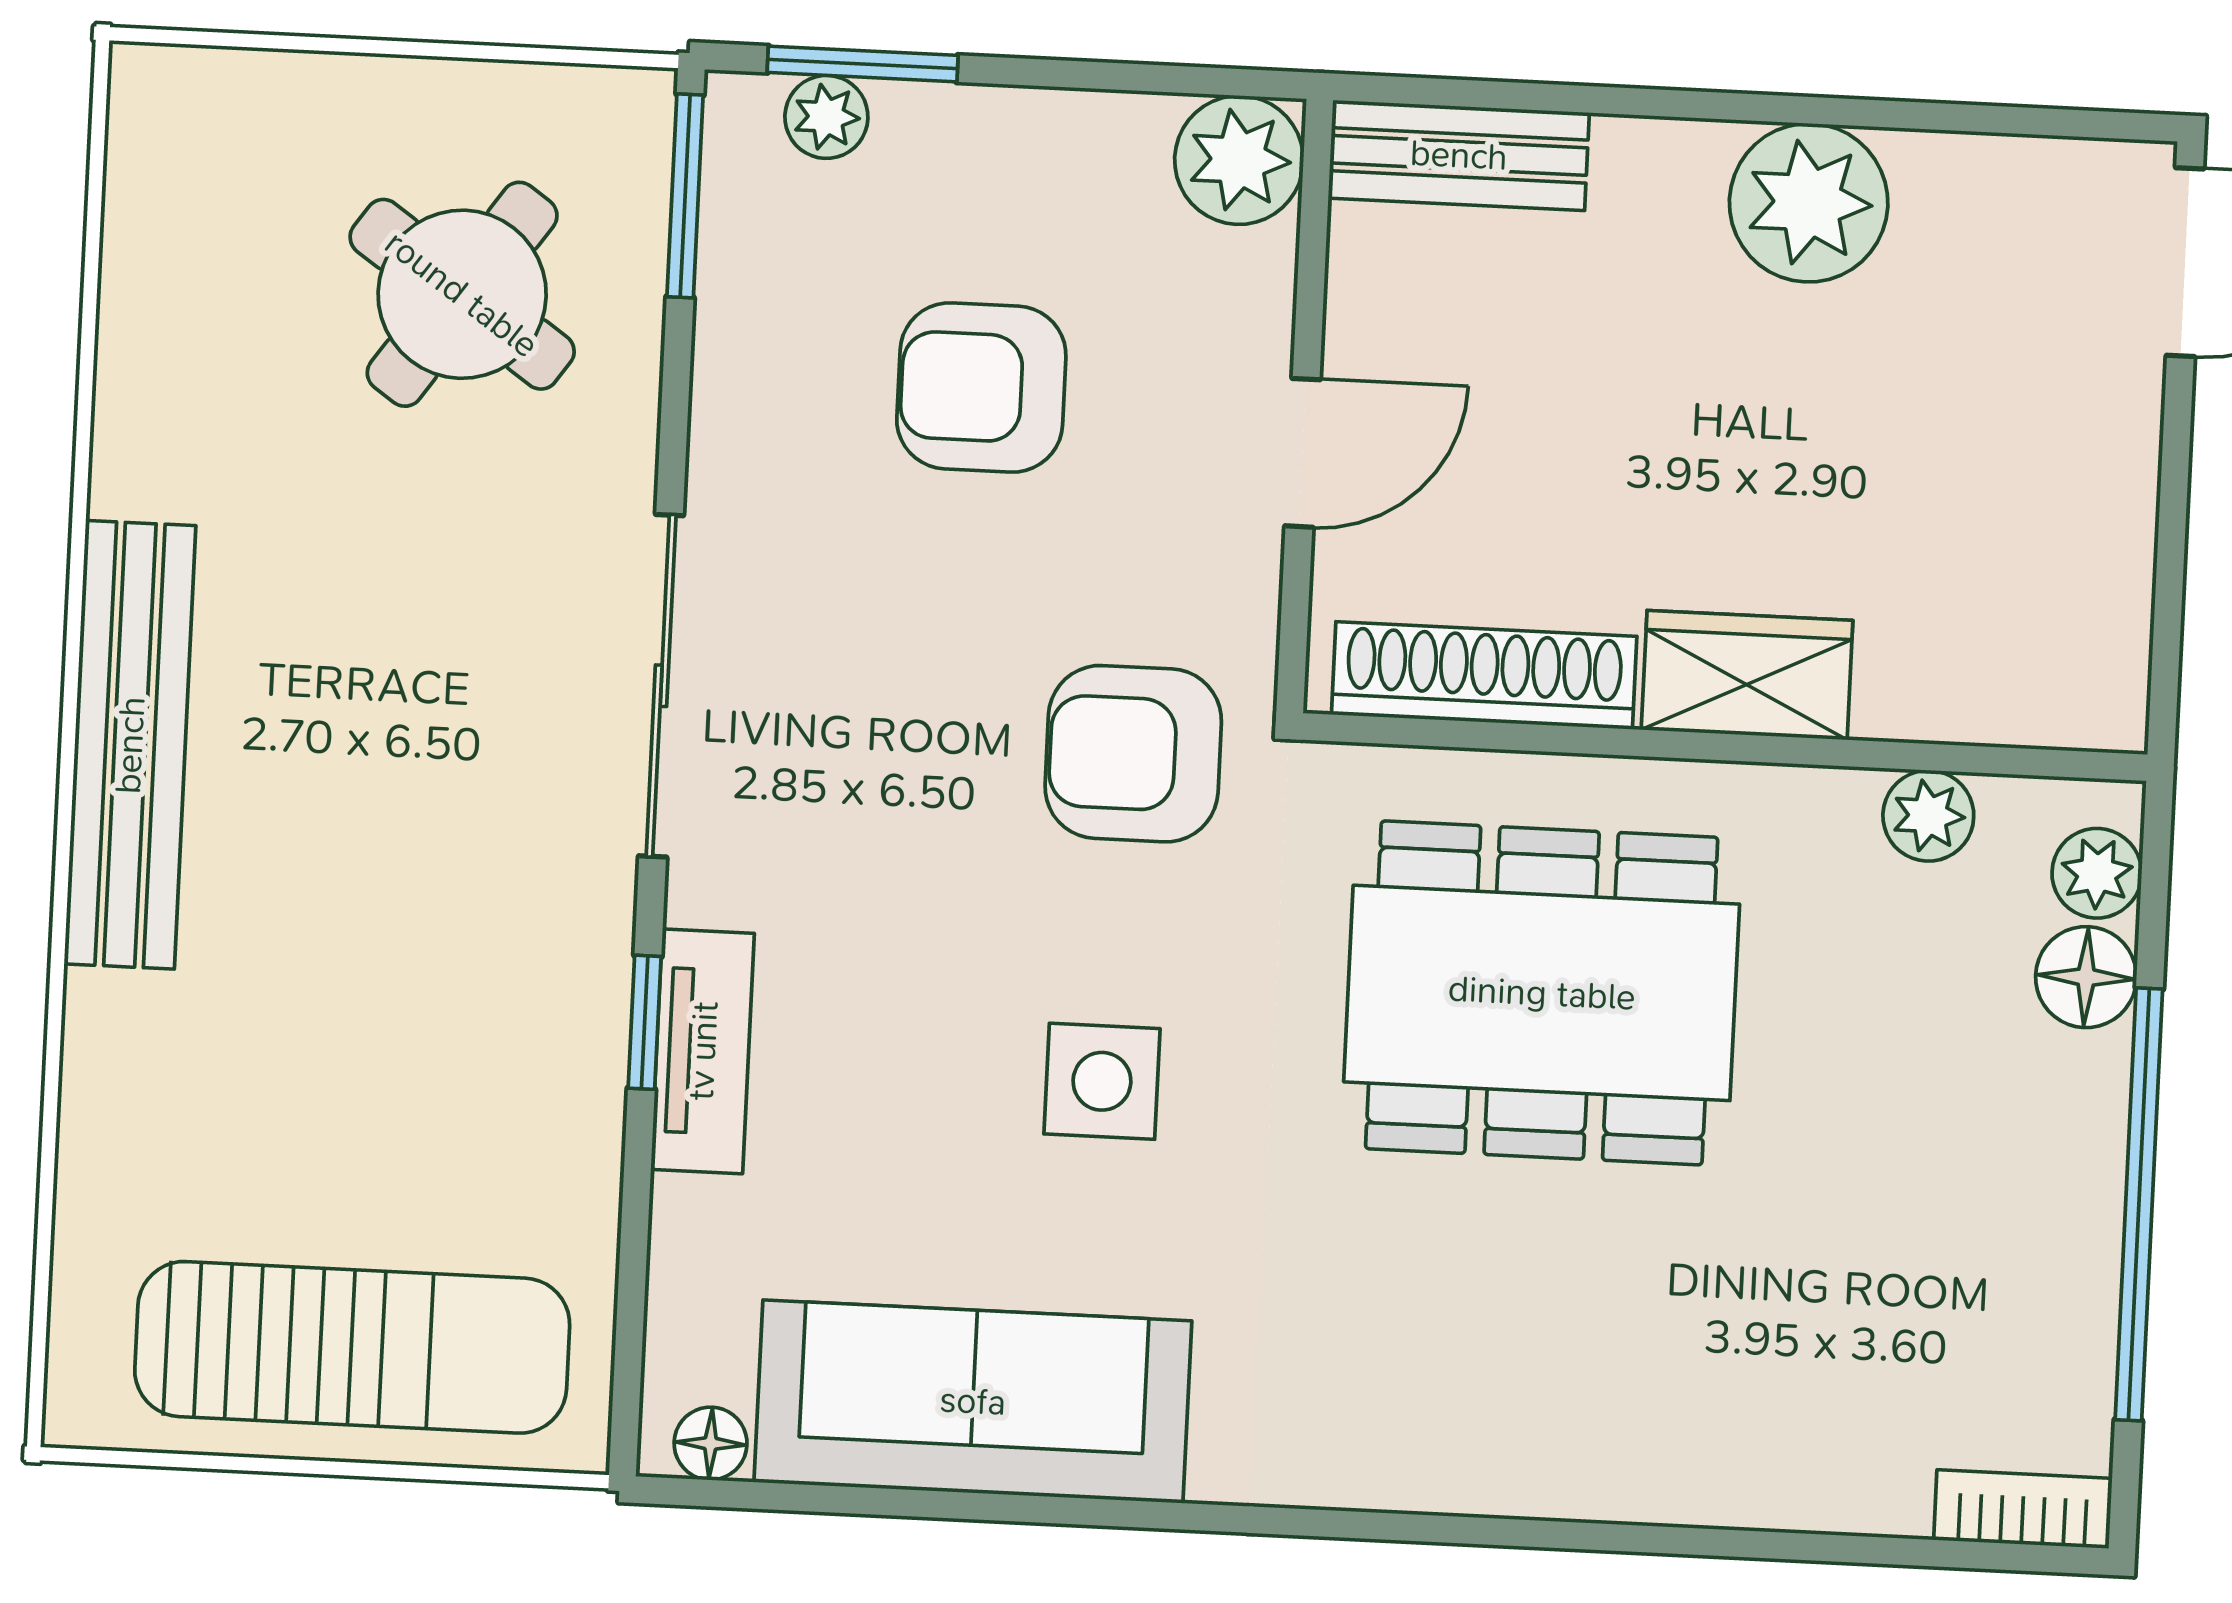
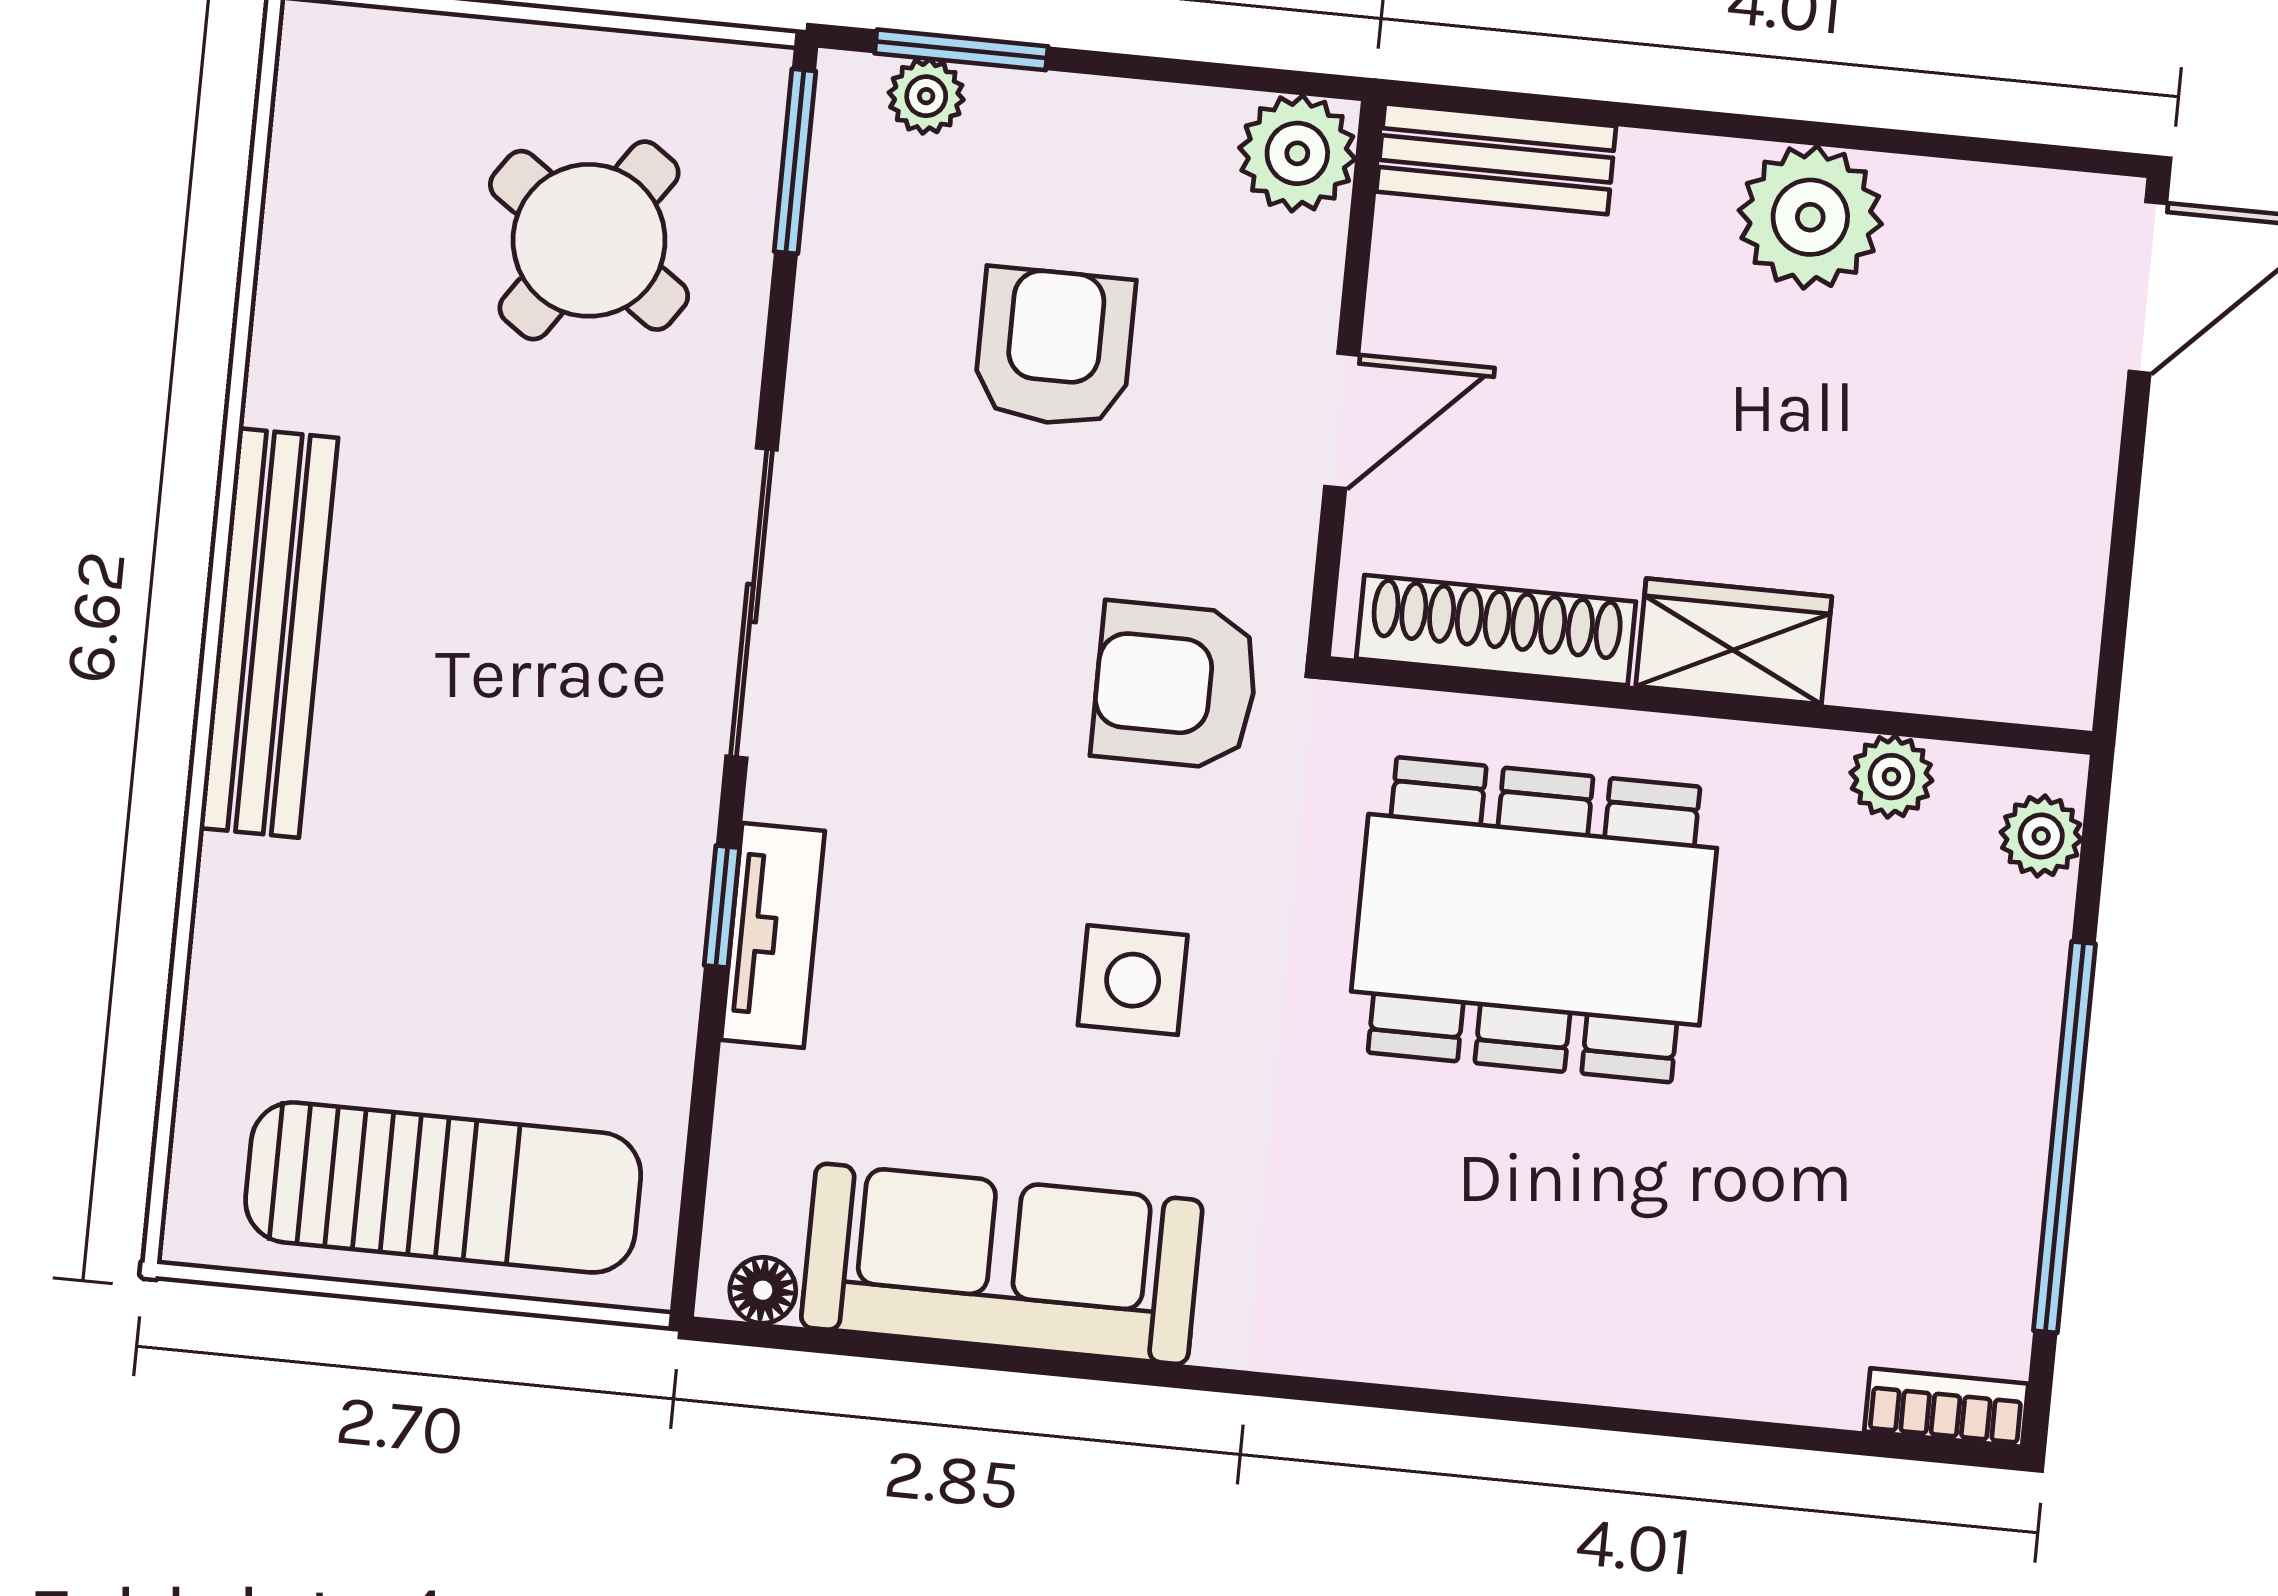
armchair: (981, 387) -> (1054, 348), turned 90
floor lamp: (2086, 977) -> (2027, 929), removed

